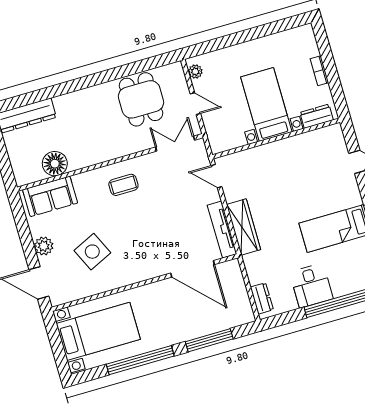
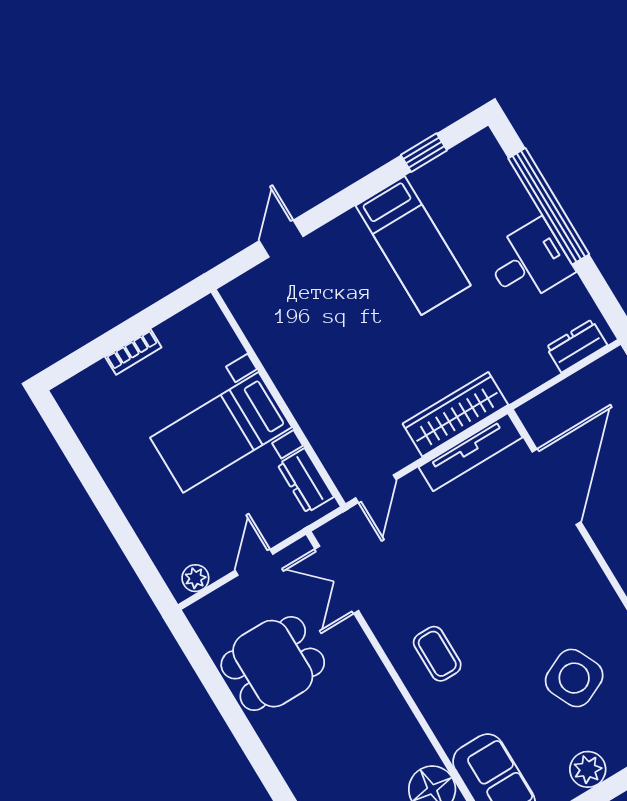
dresser: (317, 116) -> (306, 481), moved

